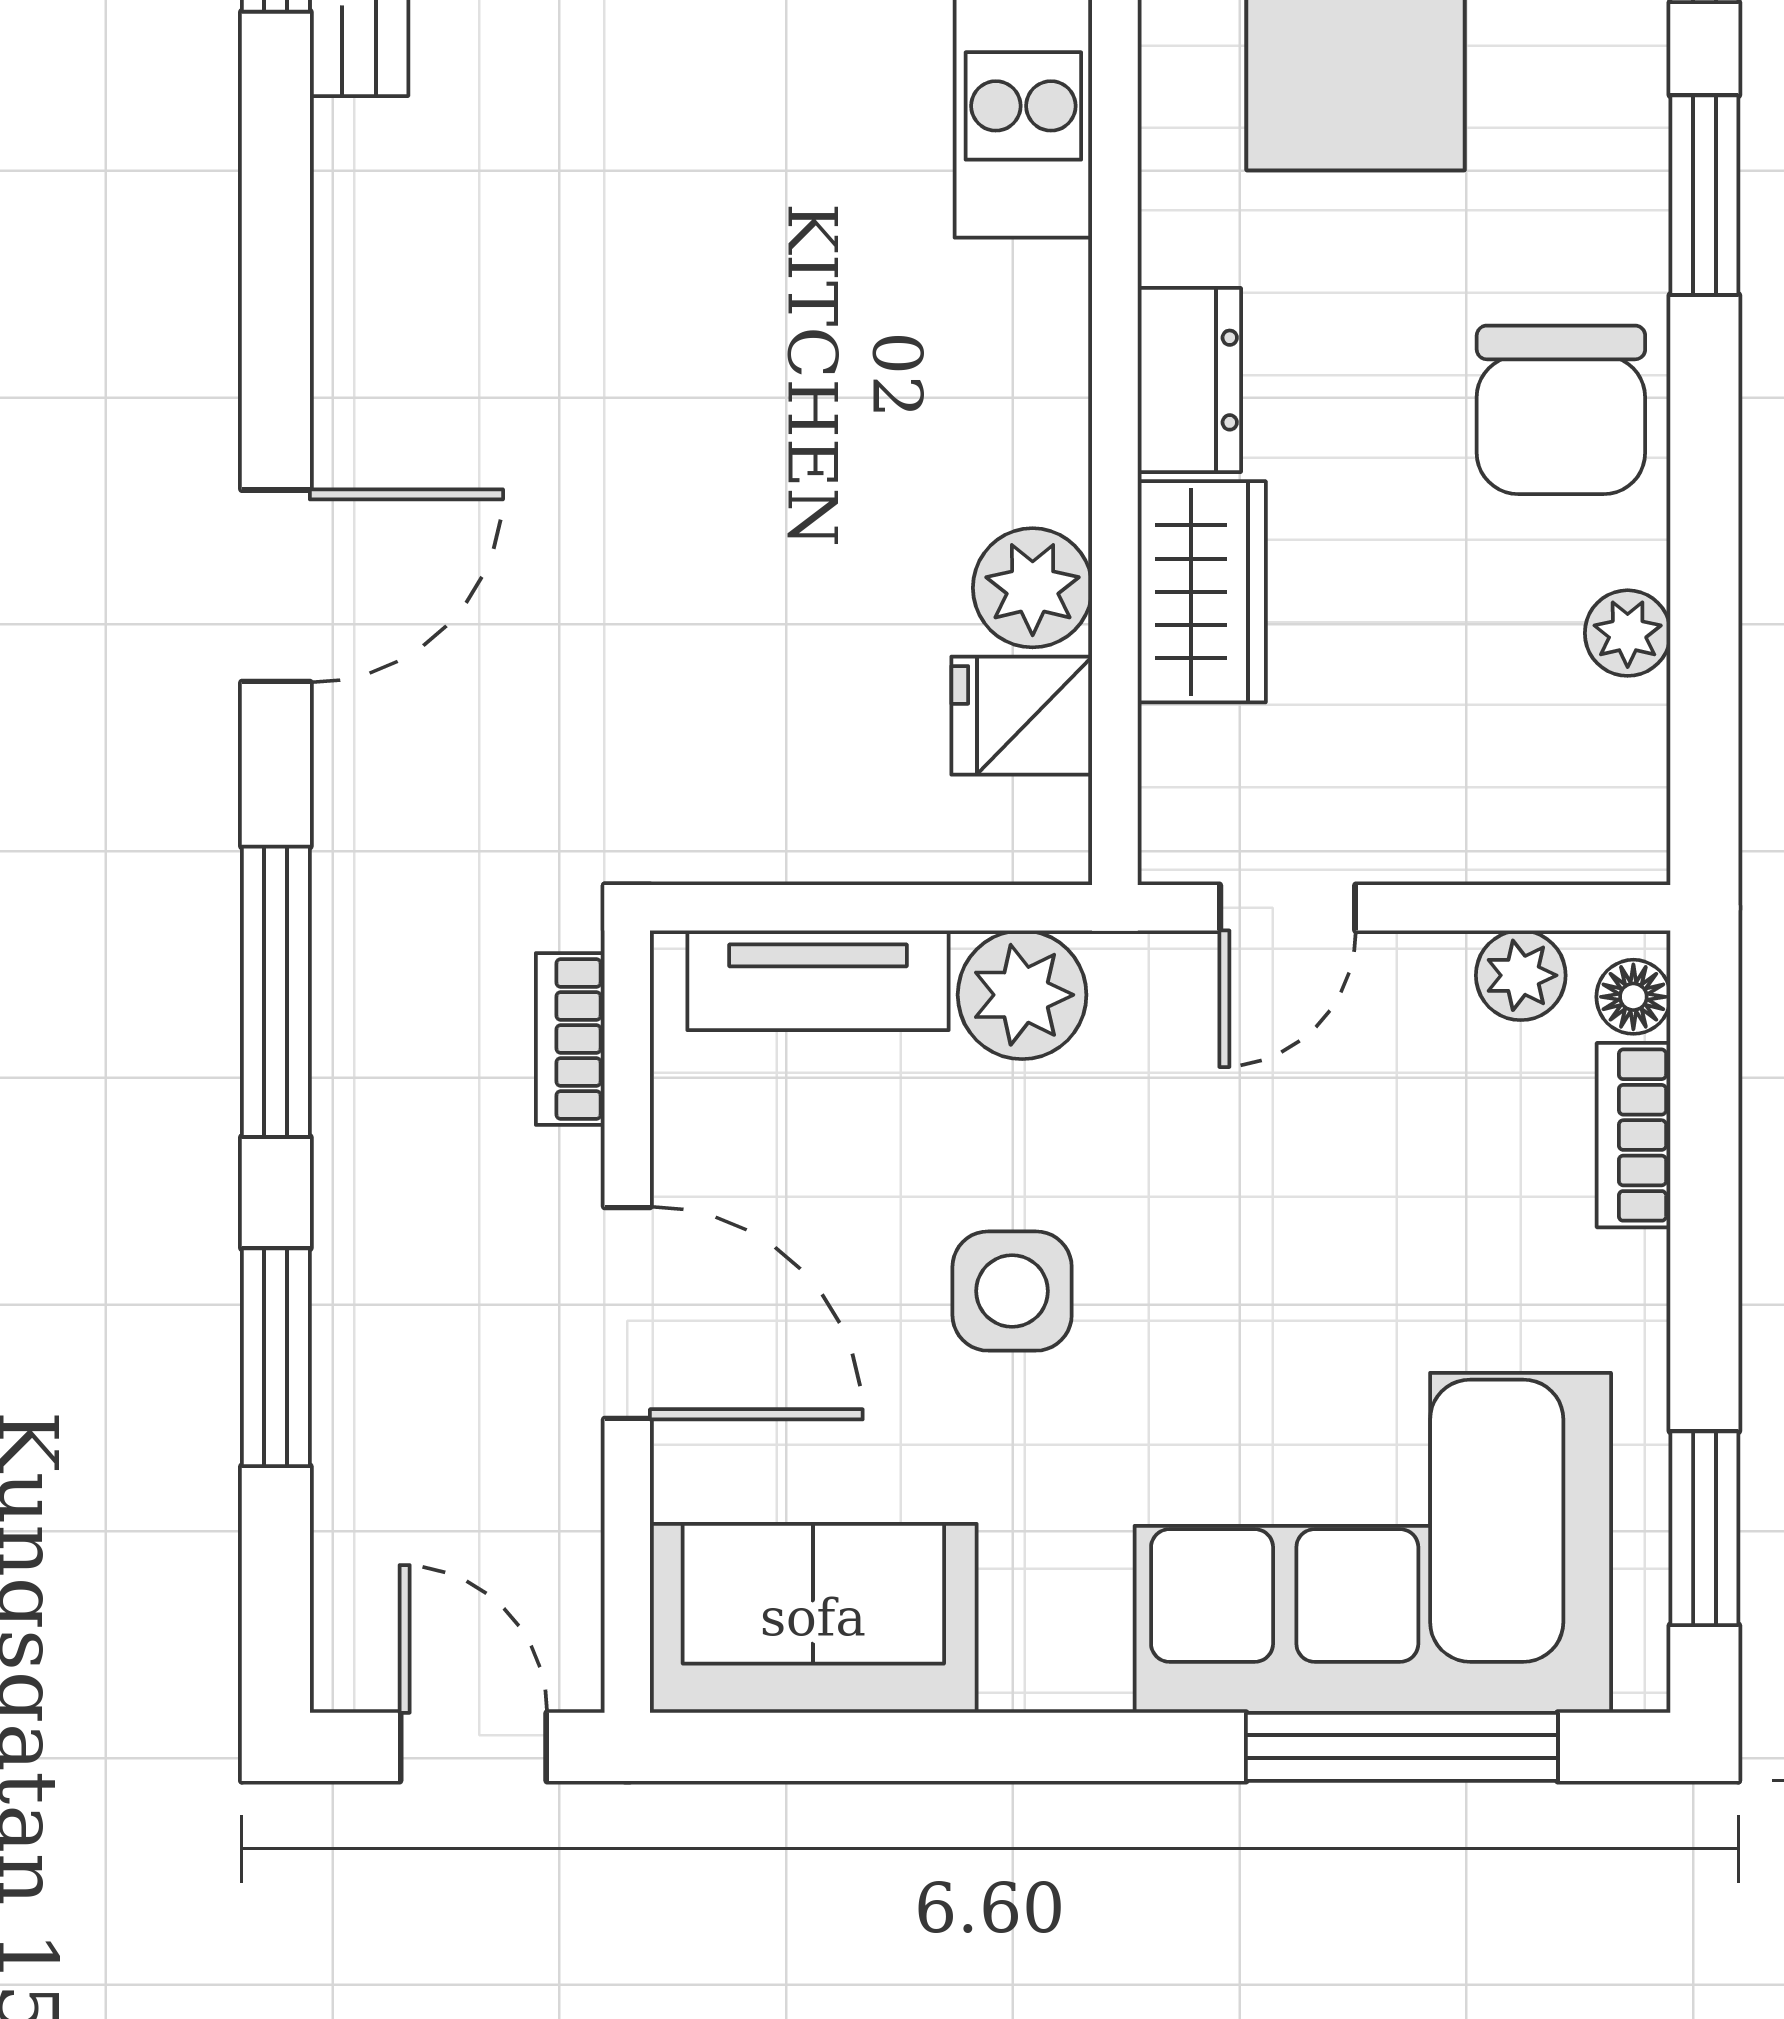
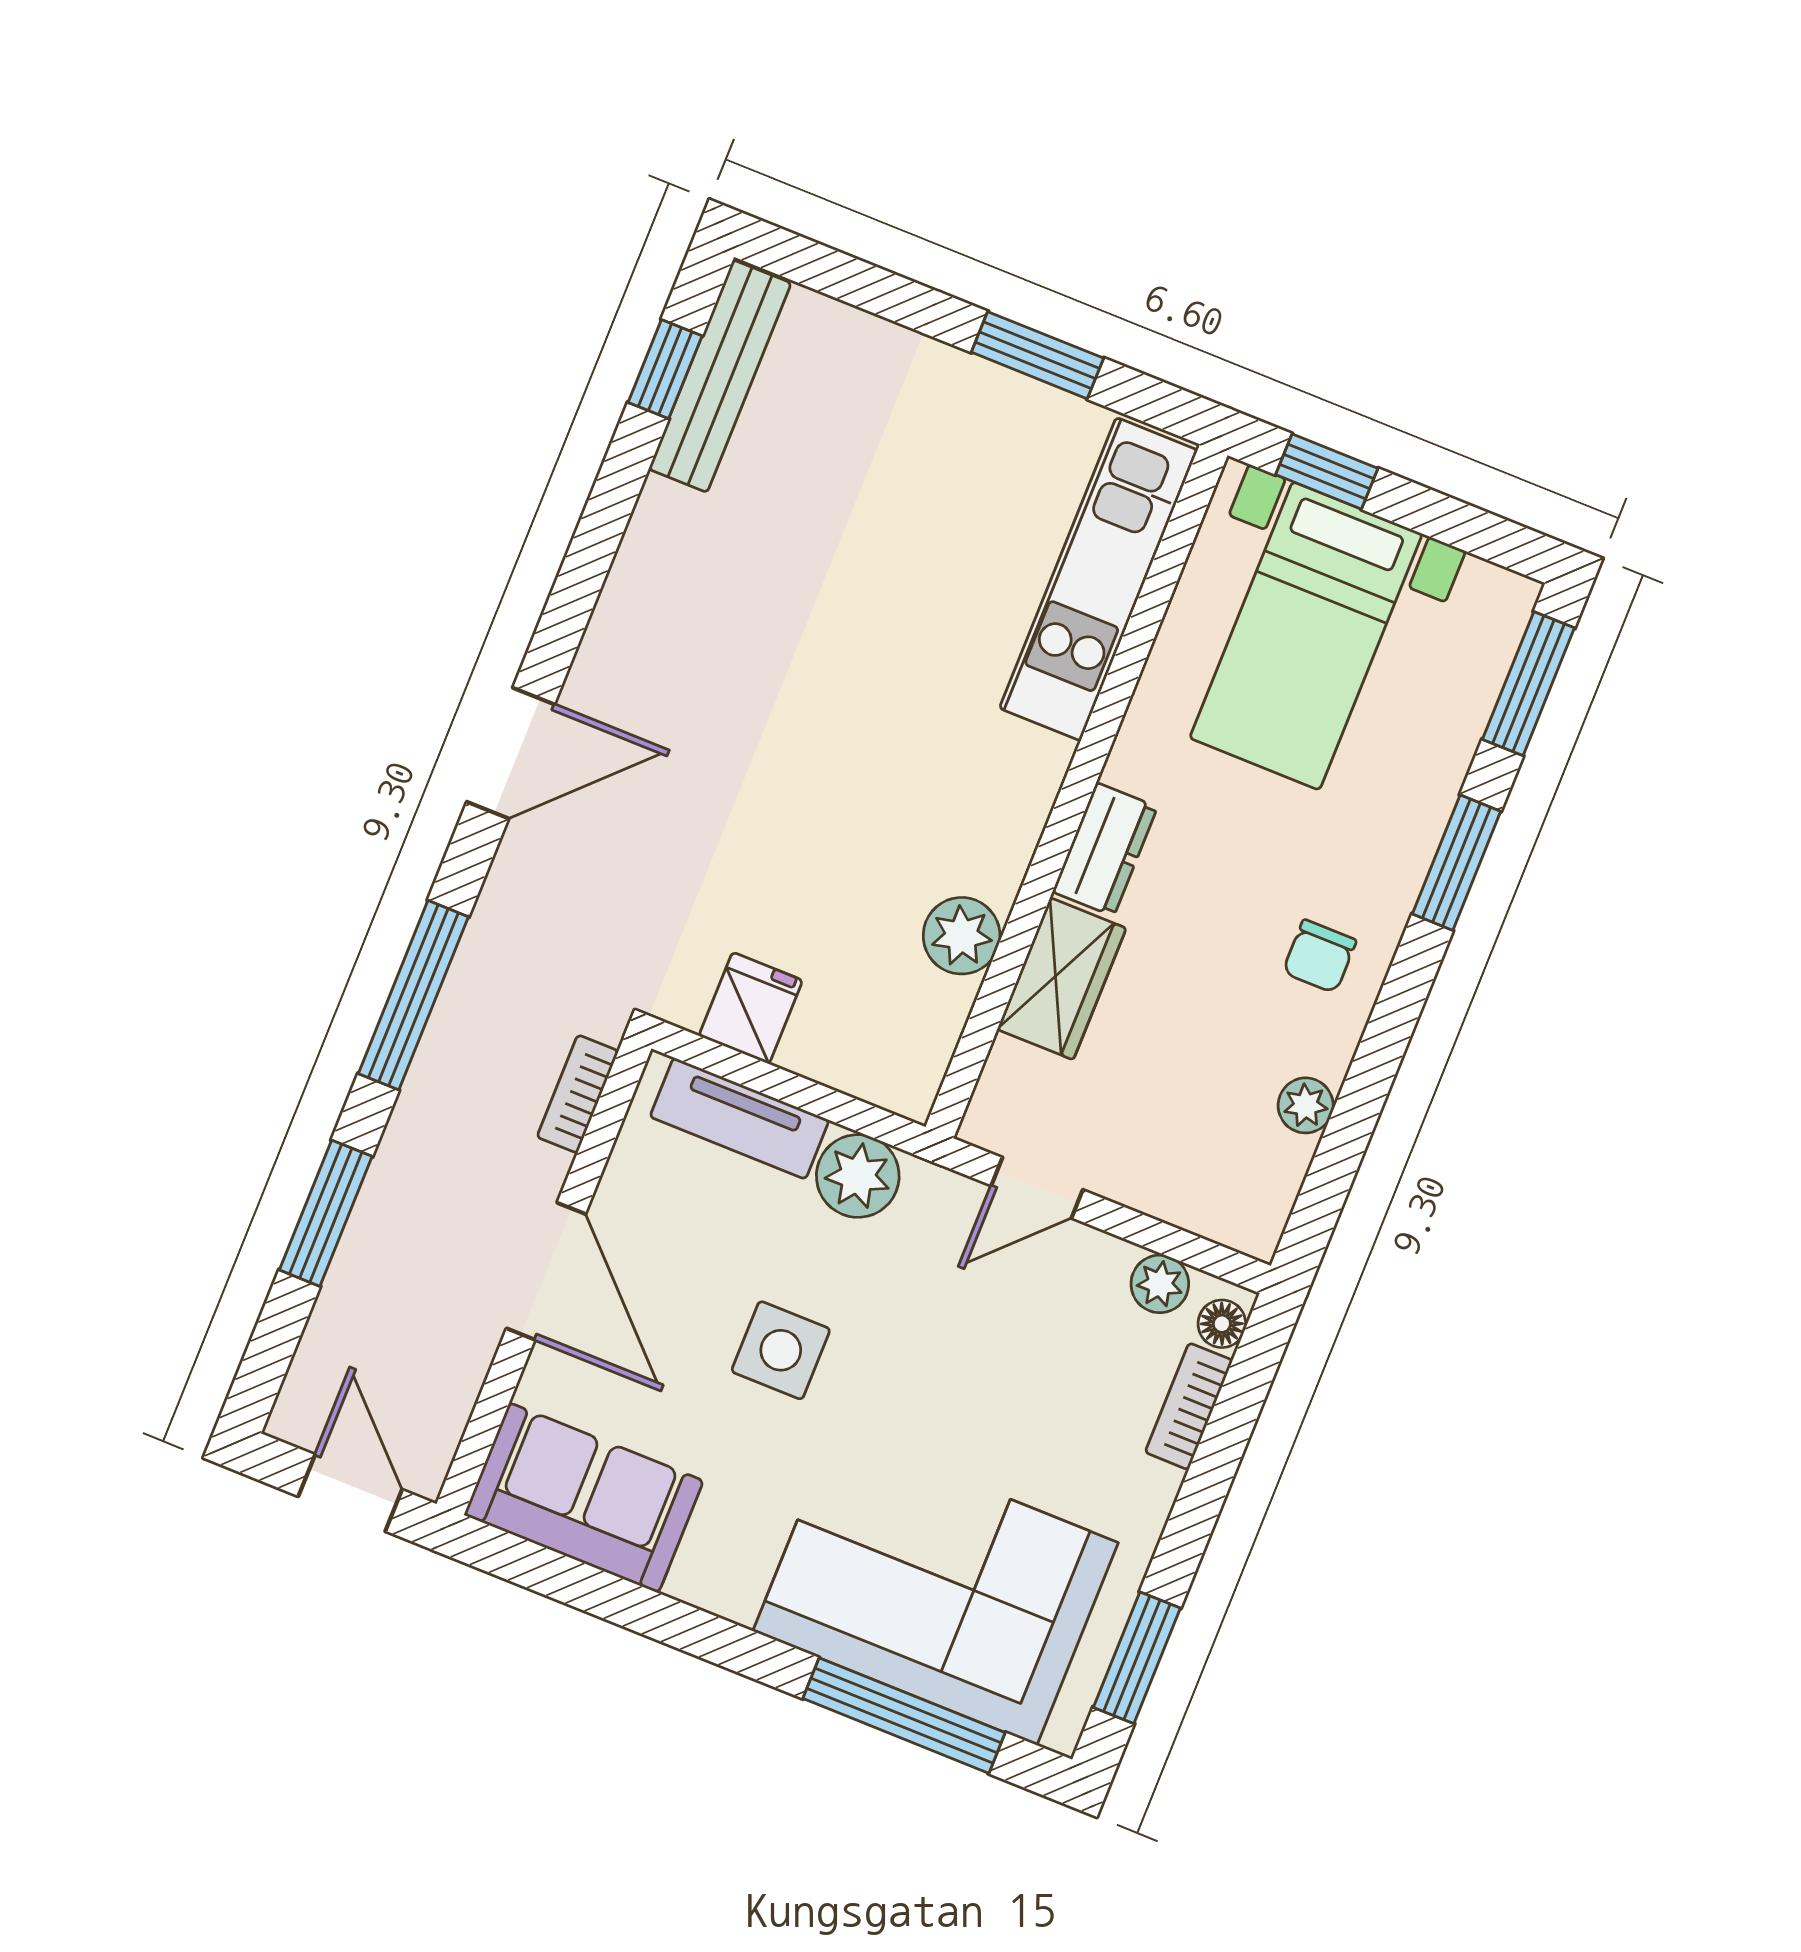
chair: (1561, 410) -> (1319, 956), width x0.54, depth x0.54
fridge: (1022, 716) -> (751, 1008), moved, turned 90

